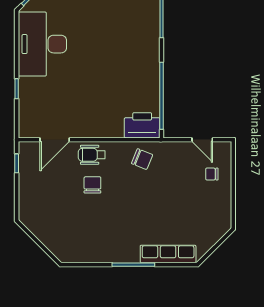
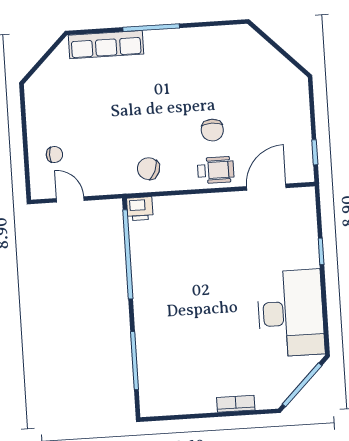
printer: (142, 125) -> (140, 209), width x0.53, depth x0.68

